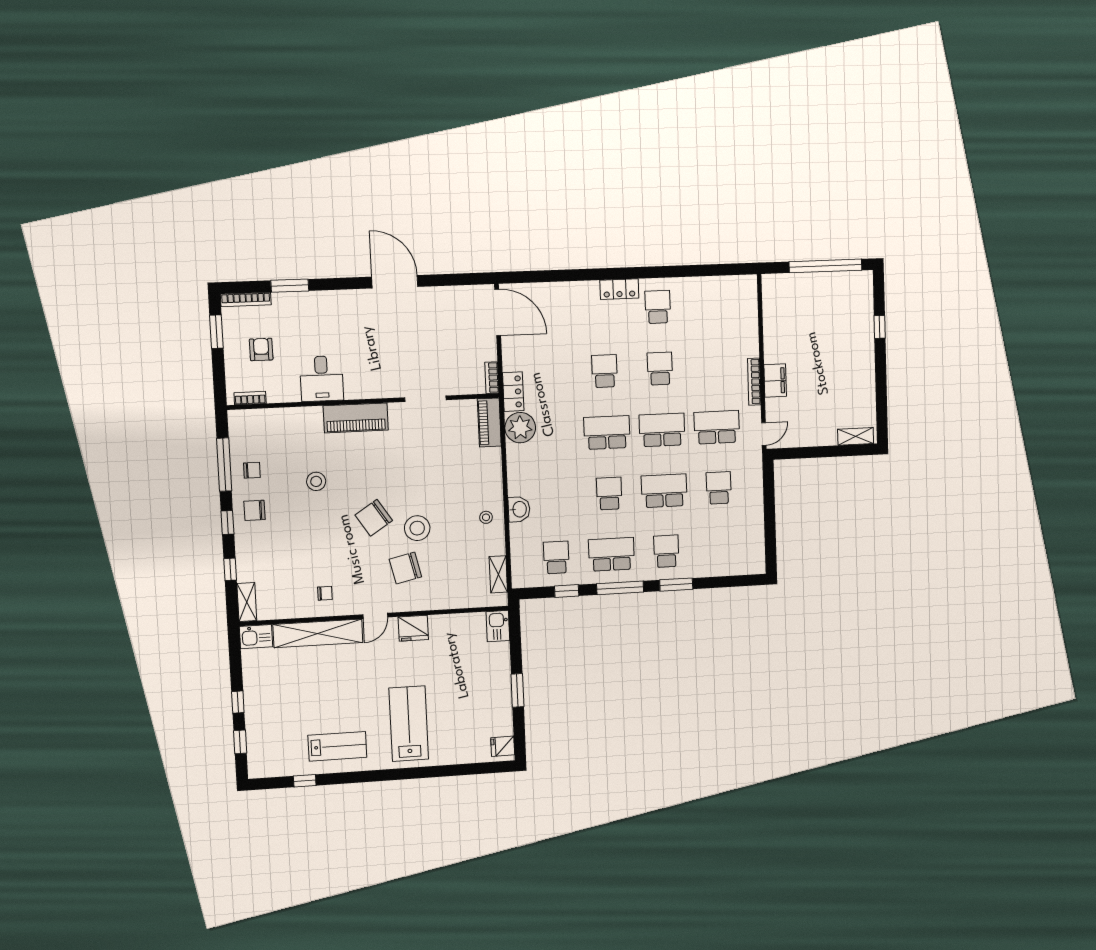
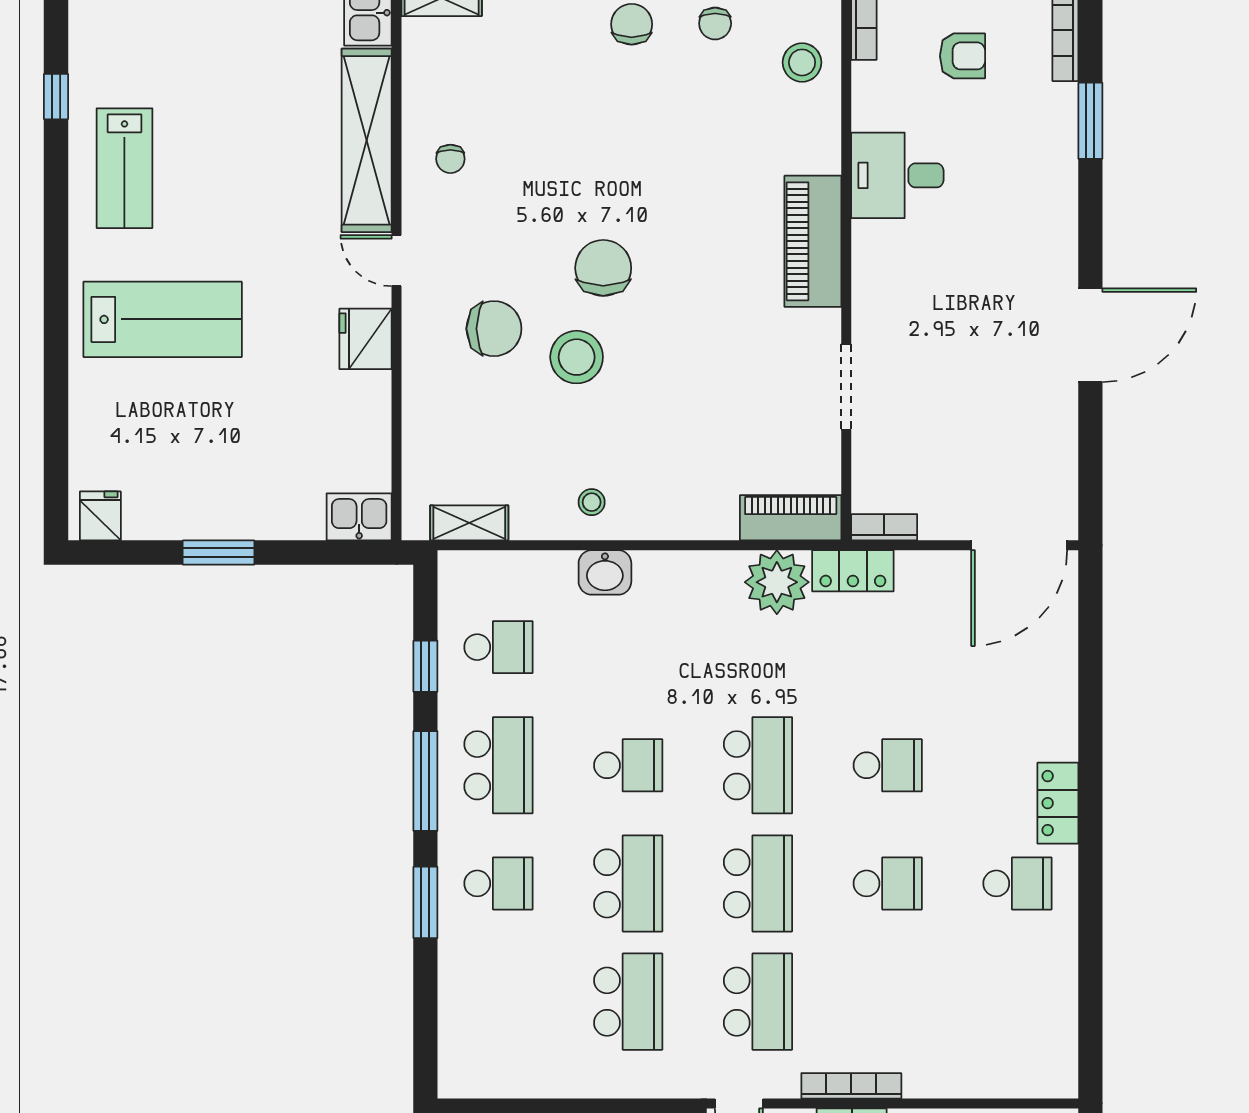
stool: (316, 481) -> (802, 62), moved
school desk: (719, 488) -> (628, 1002), width x1.85
chair: (374, 518) -> (603, 268), turned 33
chair: (405, 568) -> (494, 329), turned 103

